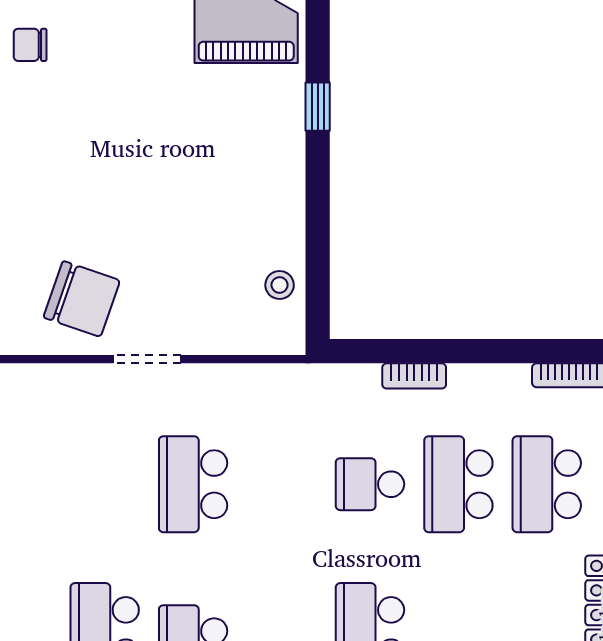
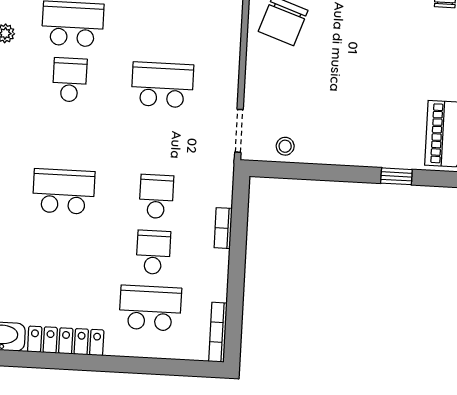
doorway: (147, 359) -> (239, 131), moved
school desk: (458, 484) -> (153, 252), width x0.54

